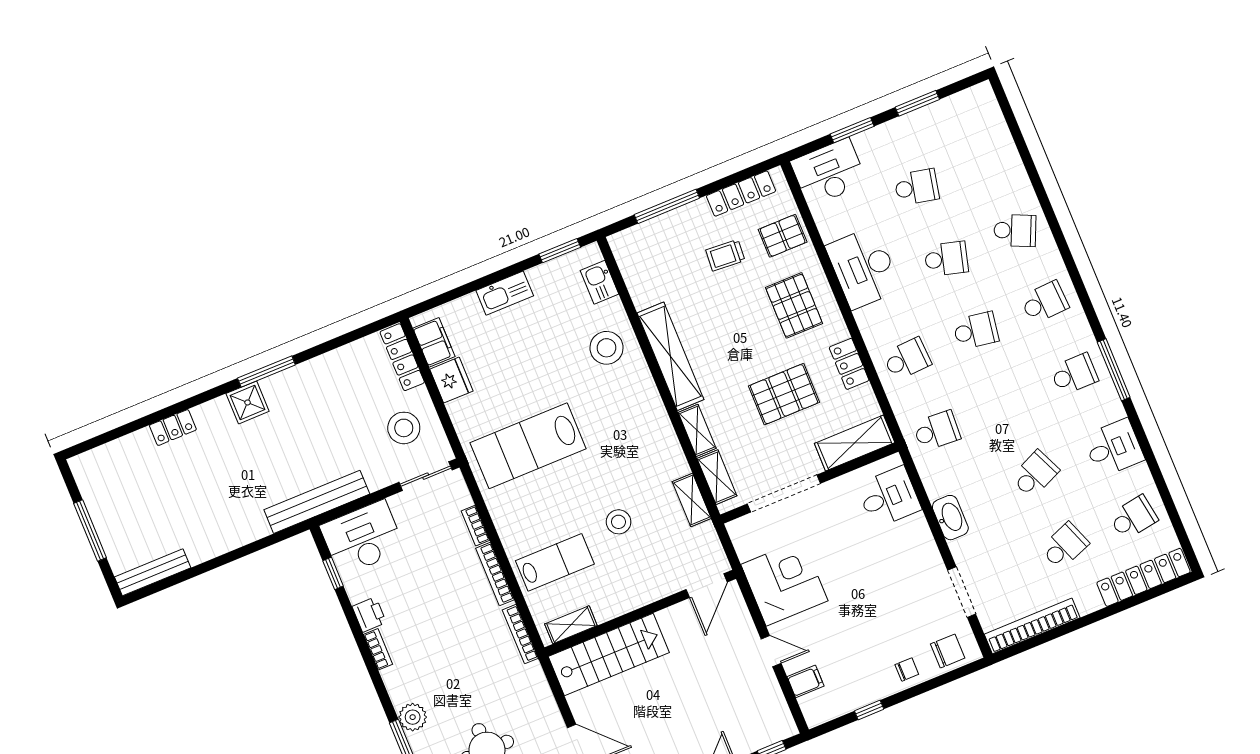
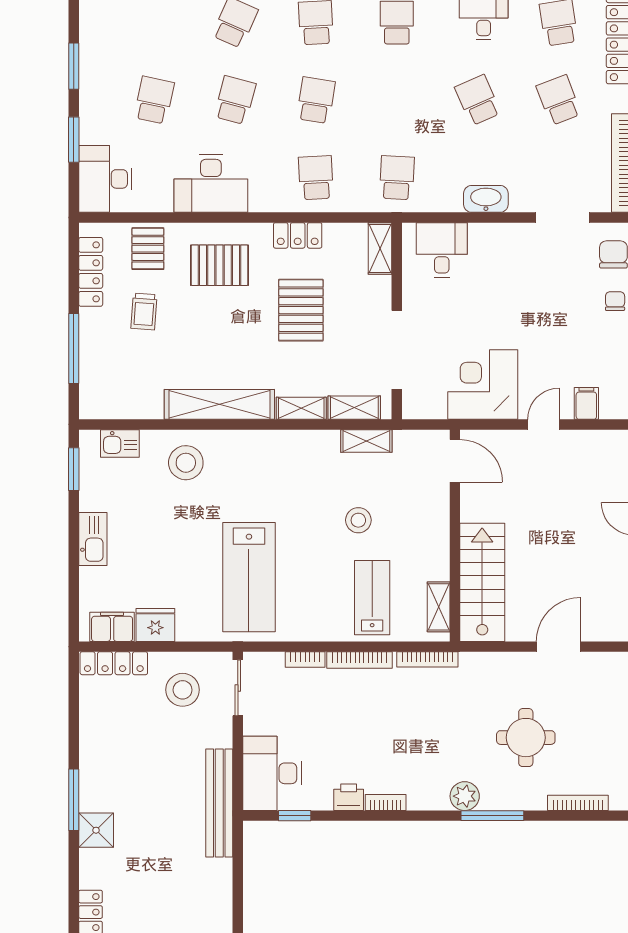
shelving: (855, 443) -> (380, 249), width x0.67, depth x0.75

